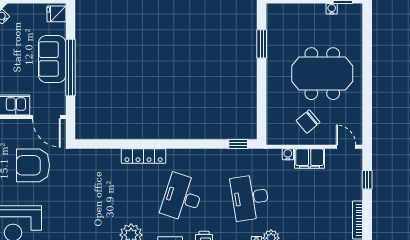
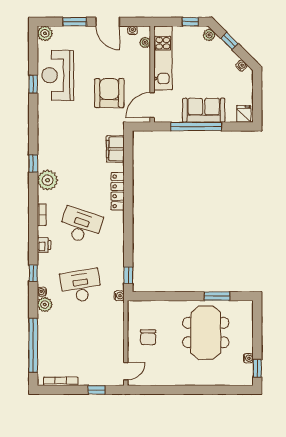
meeting table: (322, 74) -> (206, 333), moved
chair: (308, 122) -> (148, 337), turned -140
water cooler: (288, 154) -> (119, 296), moved
filing cabinet: (310, 159) -> (115, 149), moved

